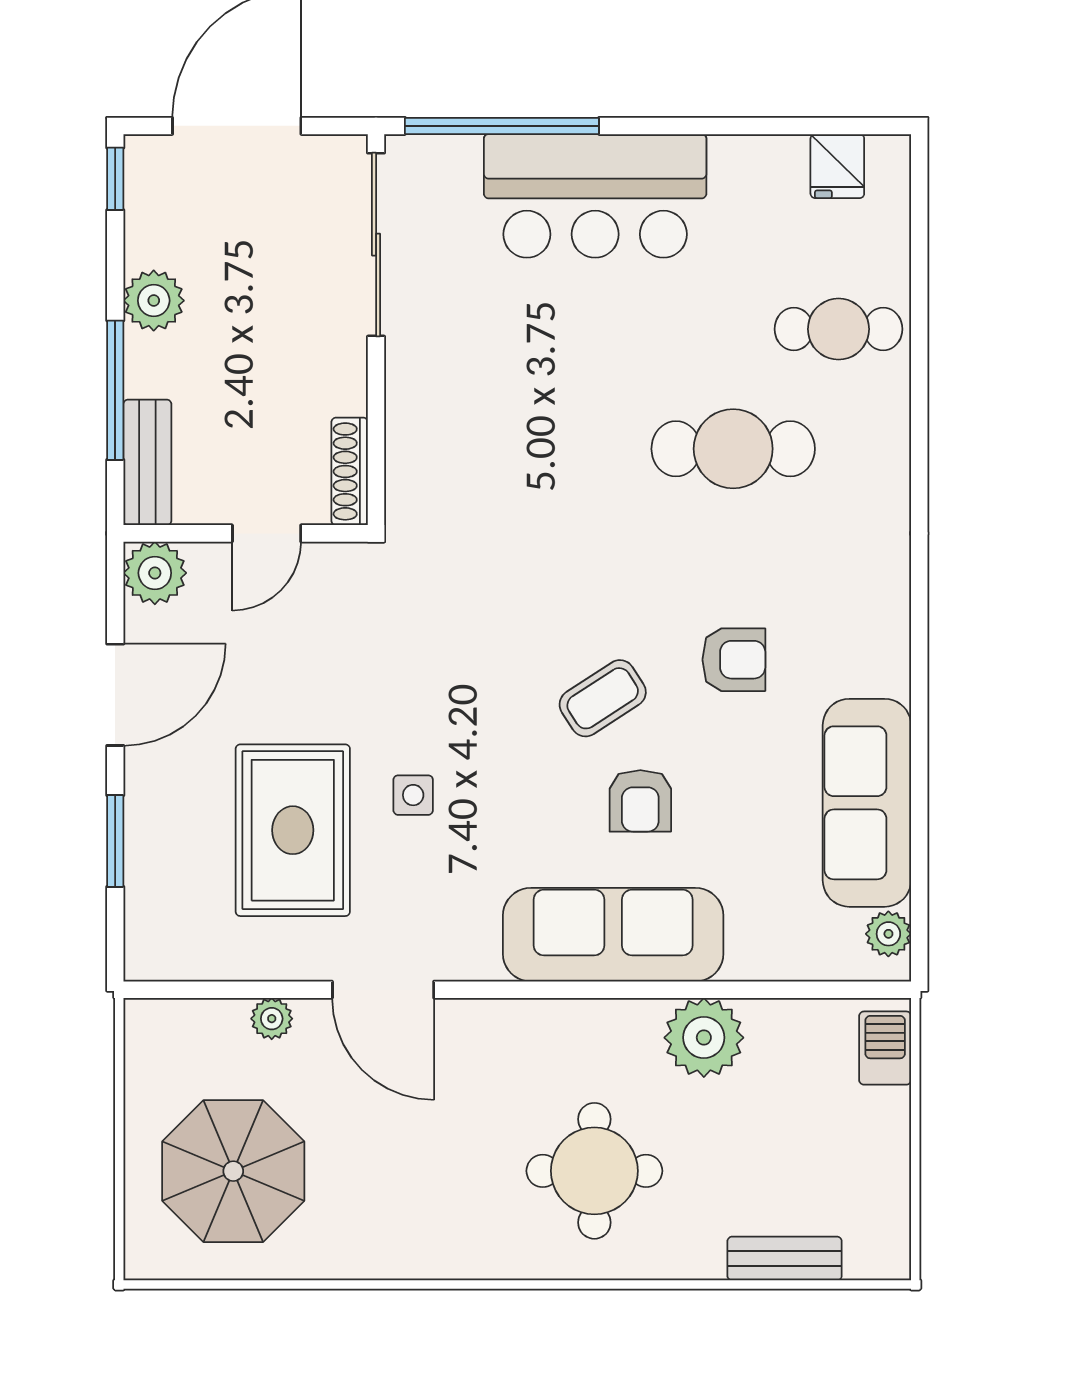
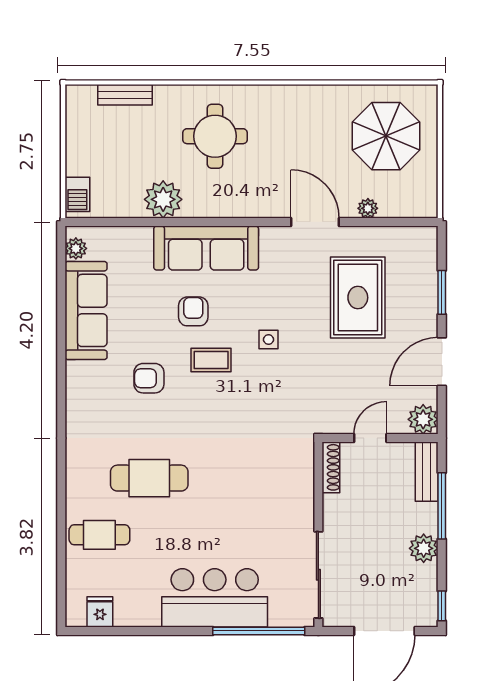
coffee table: (603, 698) -> (211, 360), turned 33
side table: (413, 795) -> (269, 340), moved

